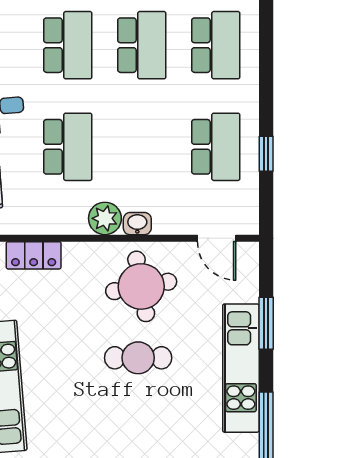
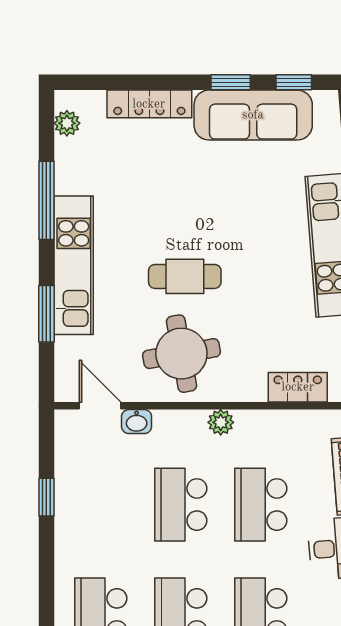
school desk: (216, 147) -> (181, 505), moved
plant: (105, 218) -> (221, 422), width x0.73, depth x0.73
washbasin: (137, 224) -> (137, 422), moved

